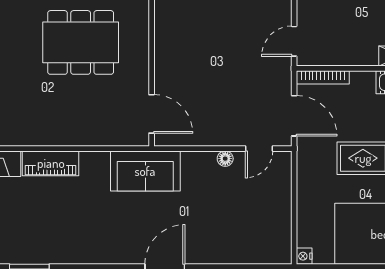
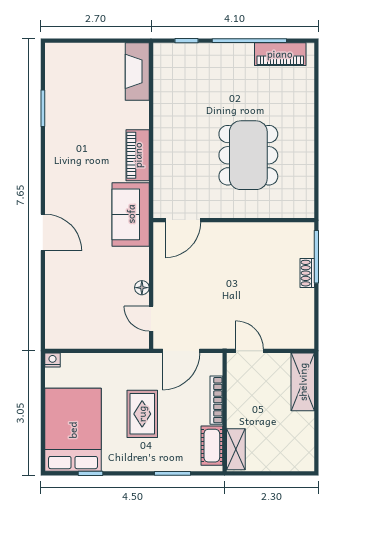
bookcase: (323, 77) -> (216, 400), moved
piano: (51, 163) -> (138, 155), moved

